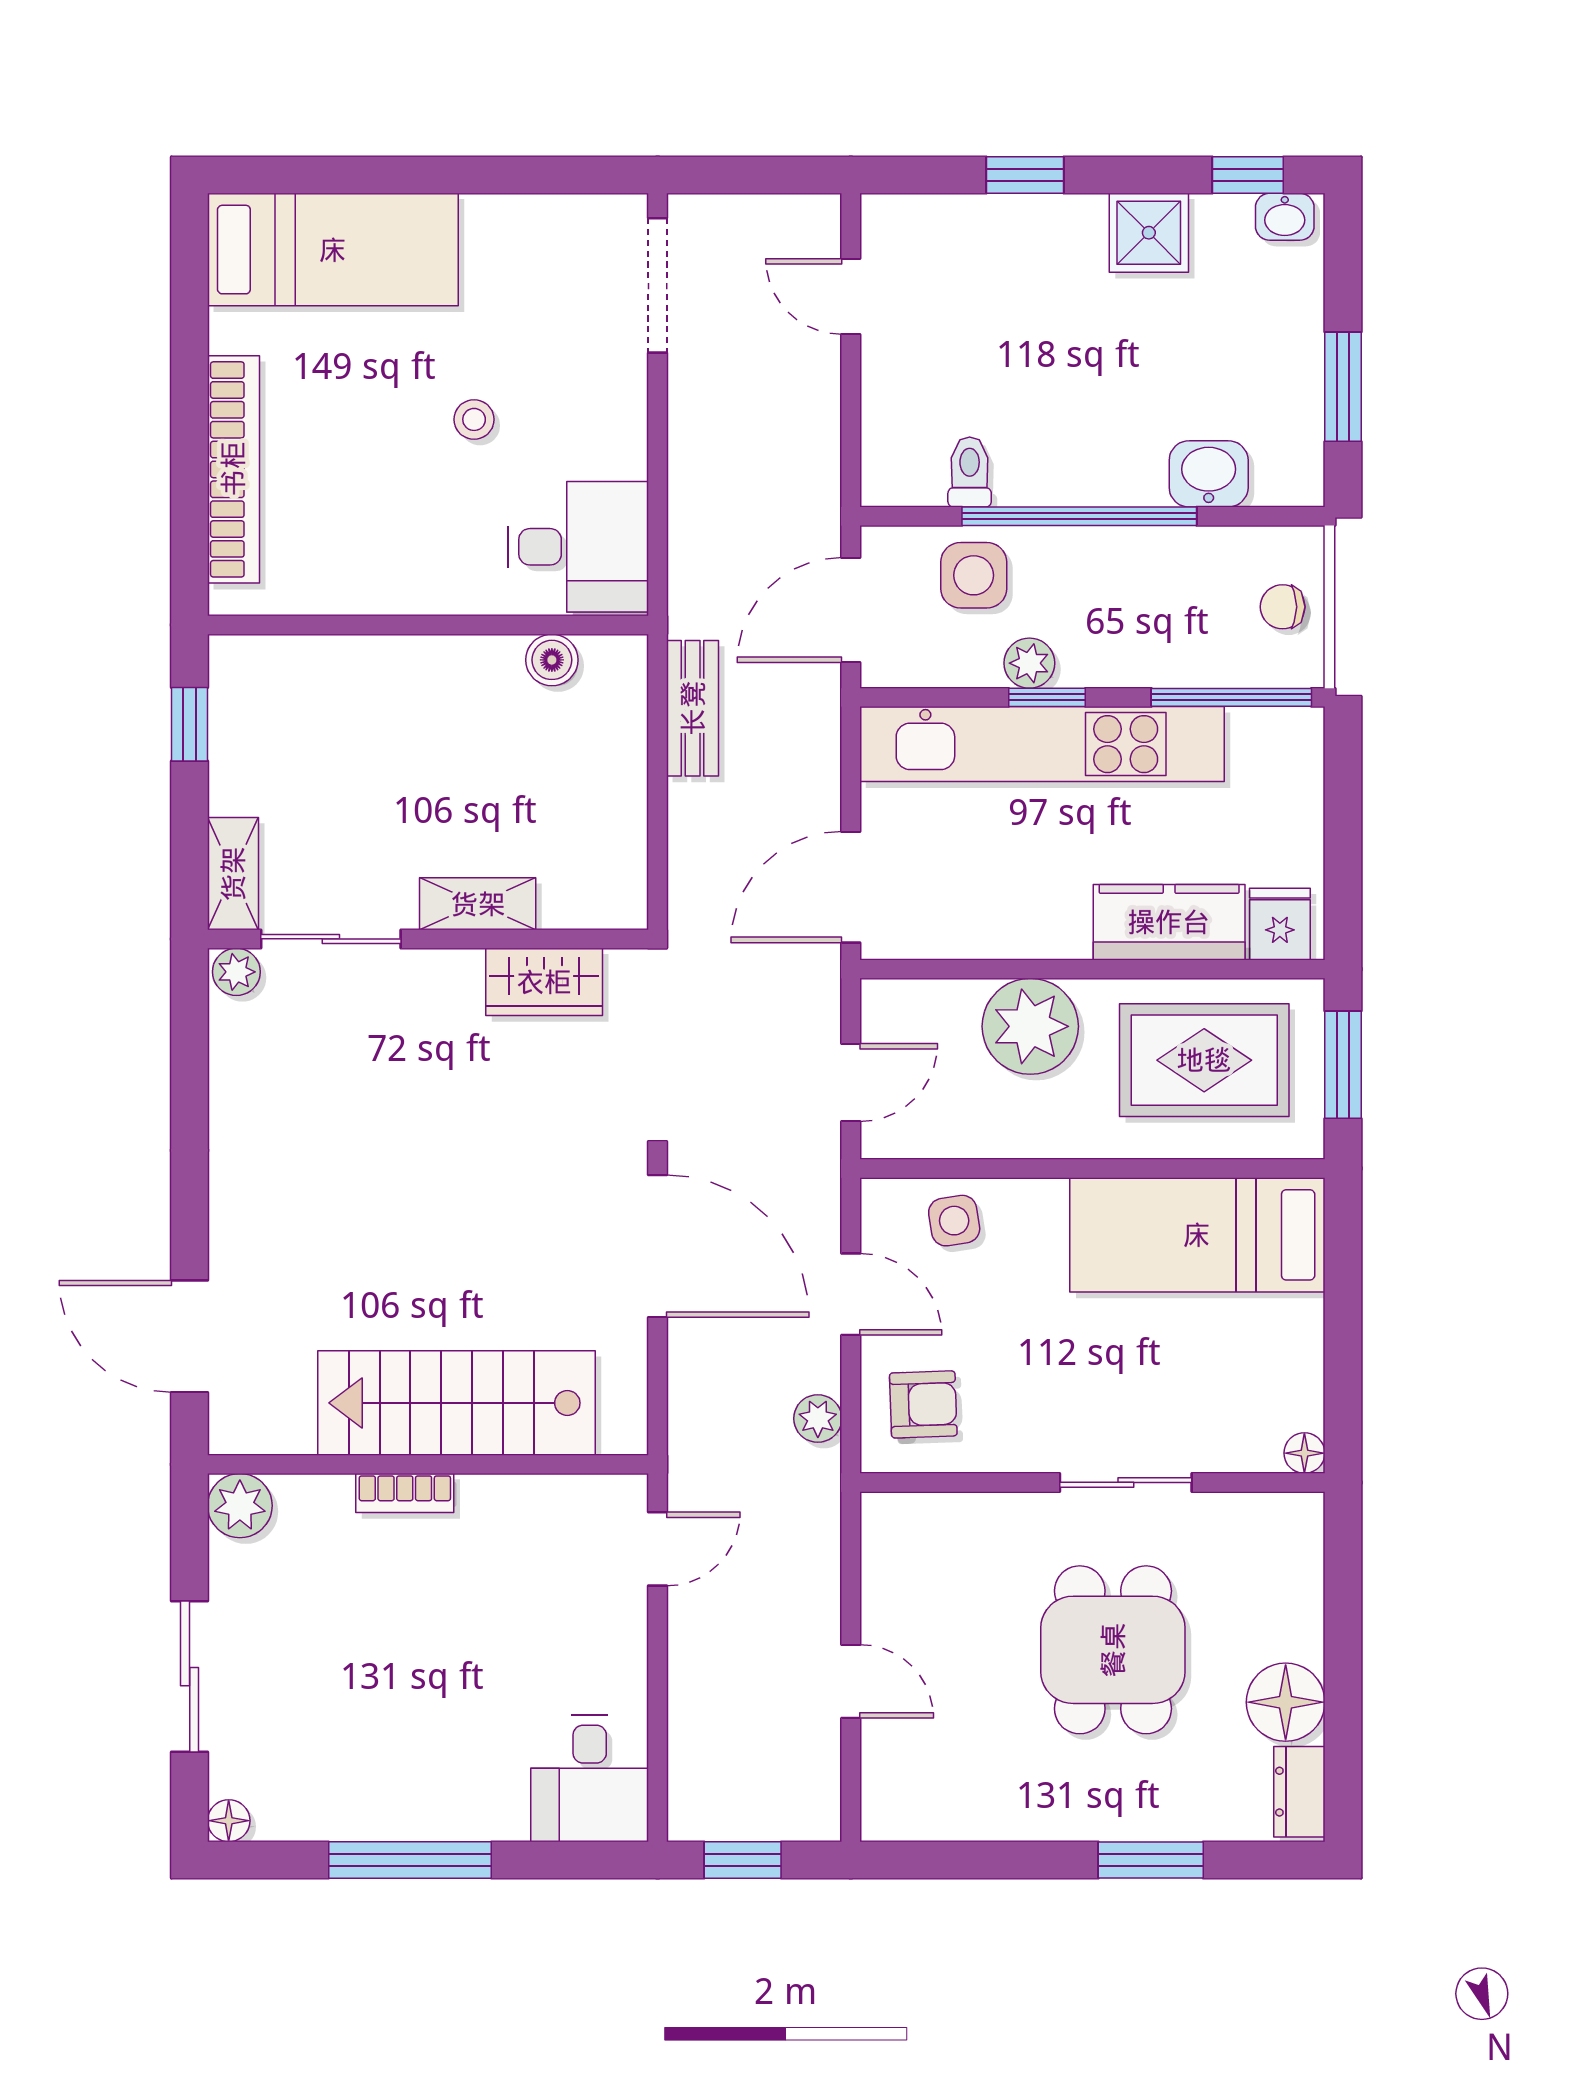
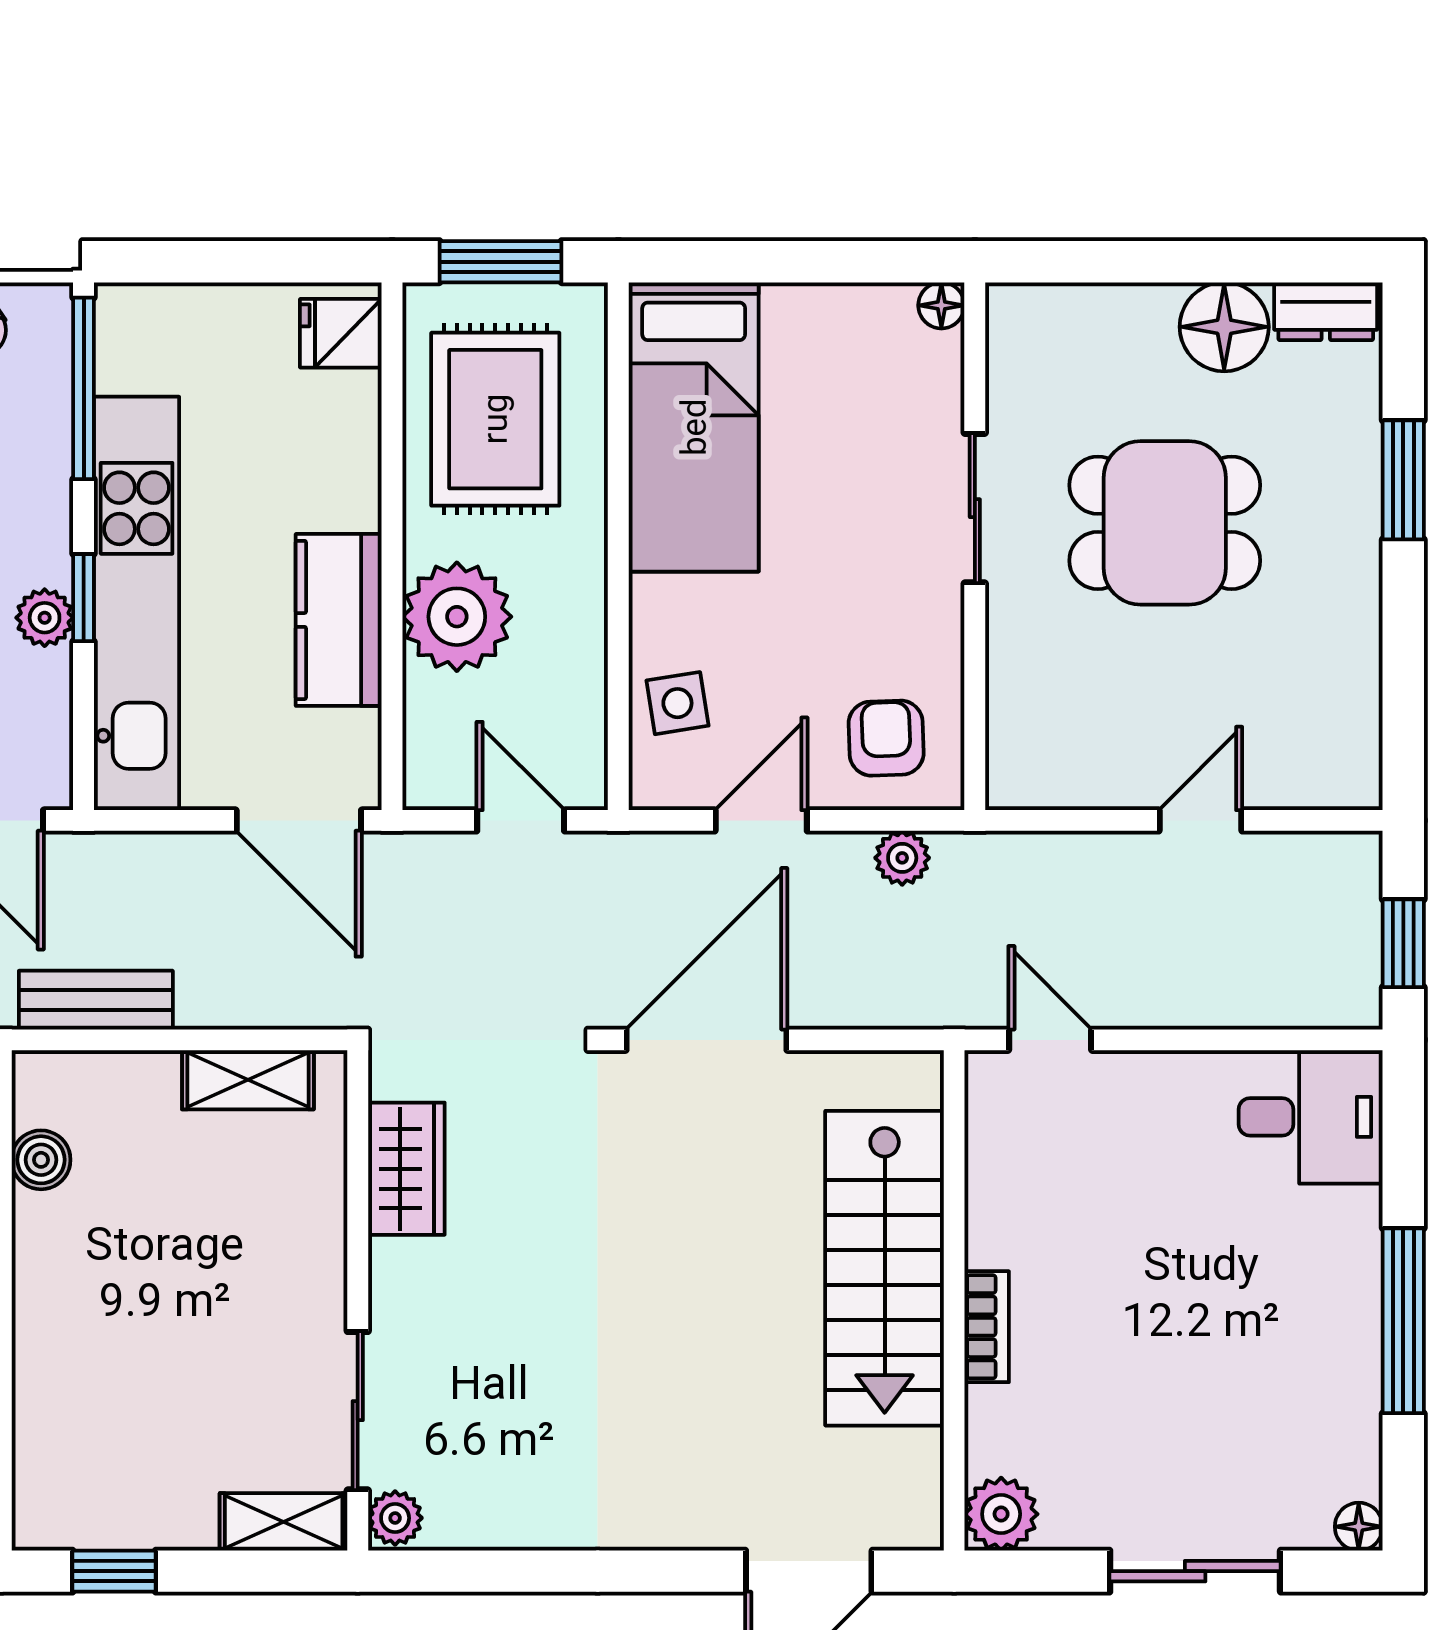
shelving: (478, 904) -> (248, 1080), moved, turned 90
kitchen counter: (1169, 922) -> (339, 620), moved

